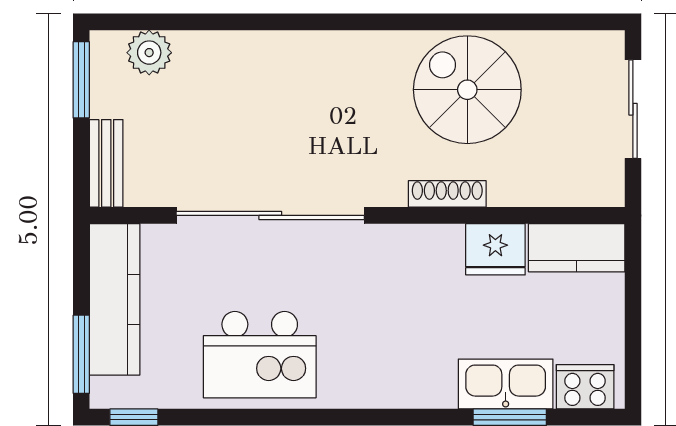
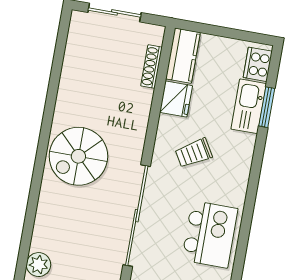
spiral stairs: (467, 90) -> (78, 156), moved
shoe rack: (447, 194) -> (151, 67), moved
trolley: (403, 299) -> (194, 153), added

